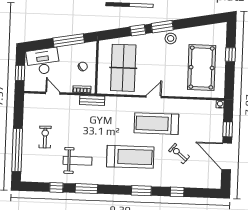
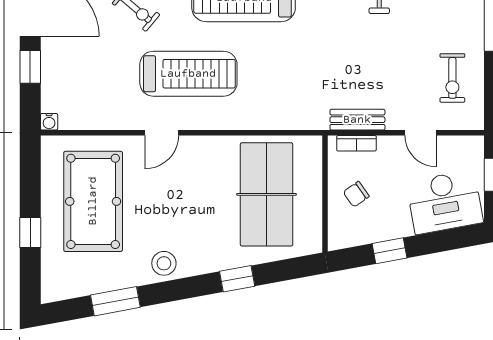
window: (162, 27) -> (115, 301), moved
window: (69, 40) -> (390, 251), width x0.46
door: (154, 97) -> (162, 133), moved
bench: (92, 100) -> (357, 120), moved
exercise bike: (45, 137) -> (452, 78), moved

